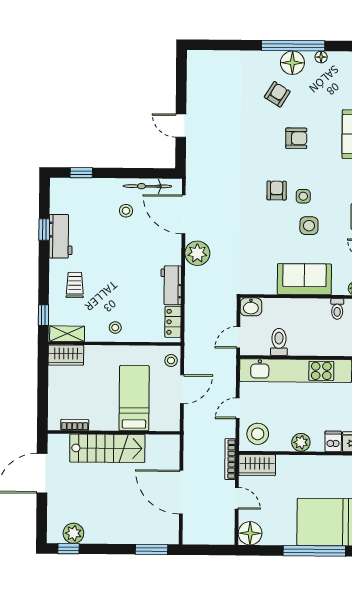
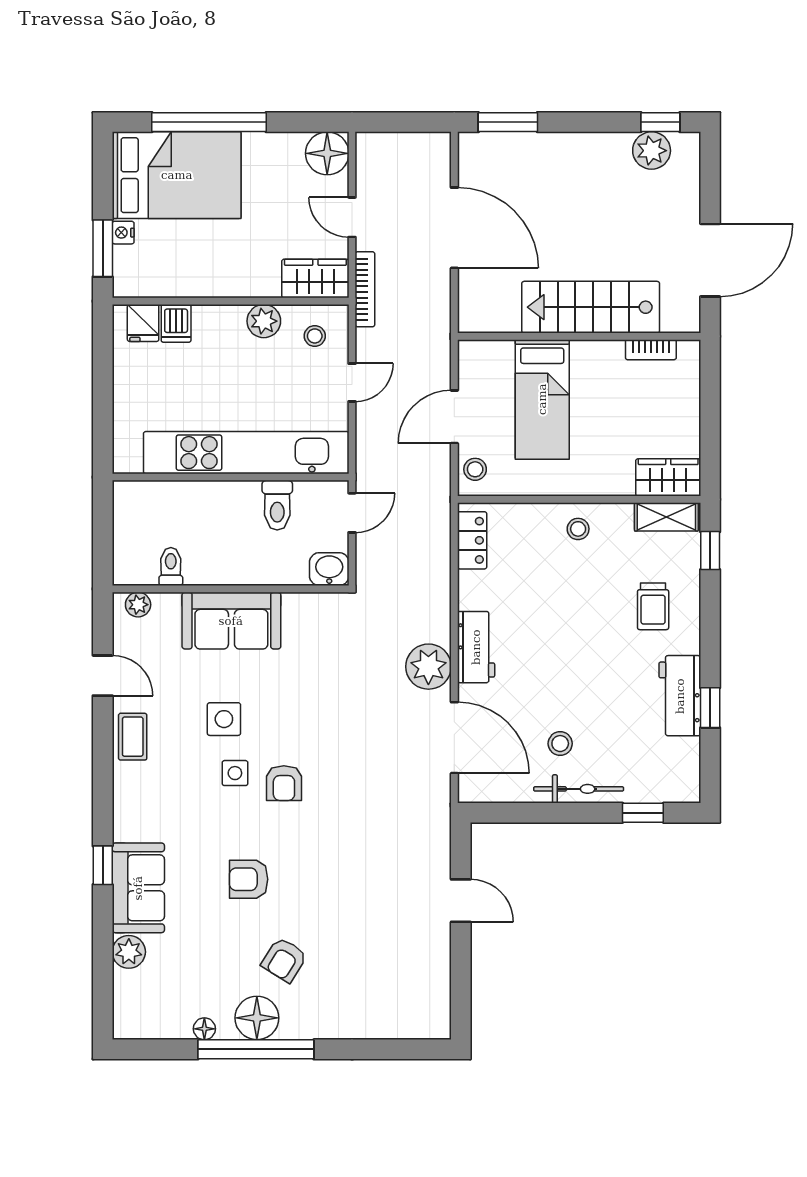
bicycle: (147, 186) -> (579, 789), moved
workbench: (171, 285) -> (476, 647), moved
stool: (258, 434) -> (315, 336), width x0.53, depth x0.53
plant: (301, 442) -> (264, 321), moved

